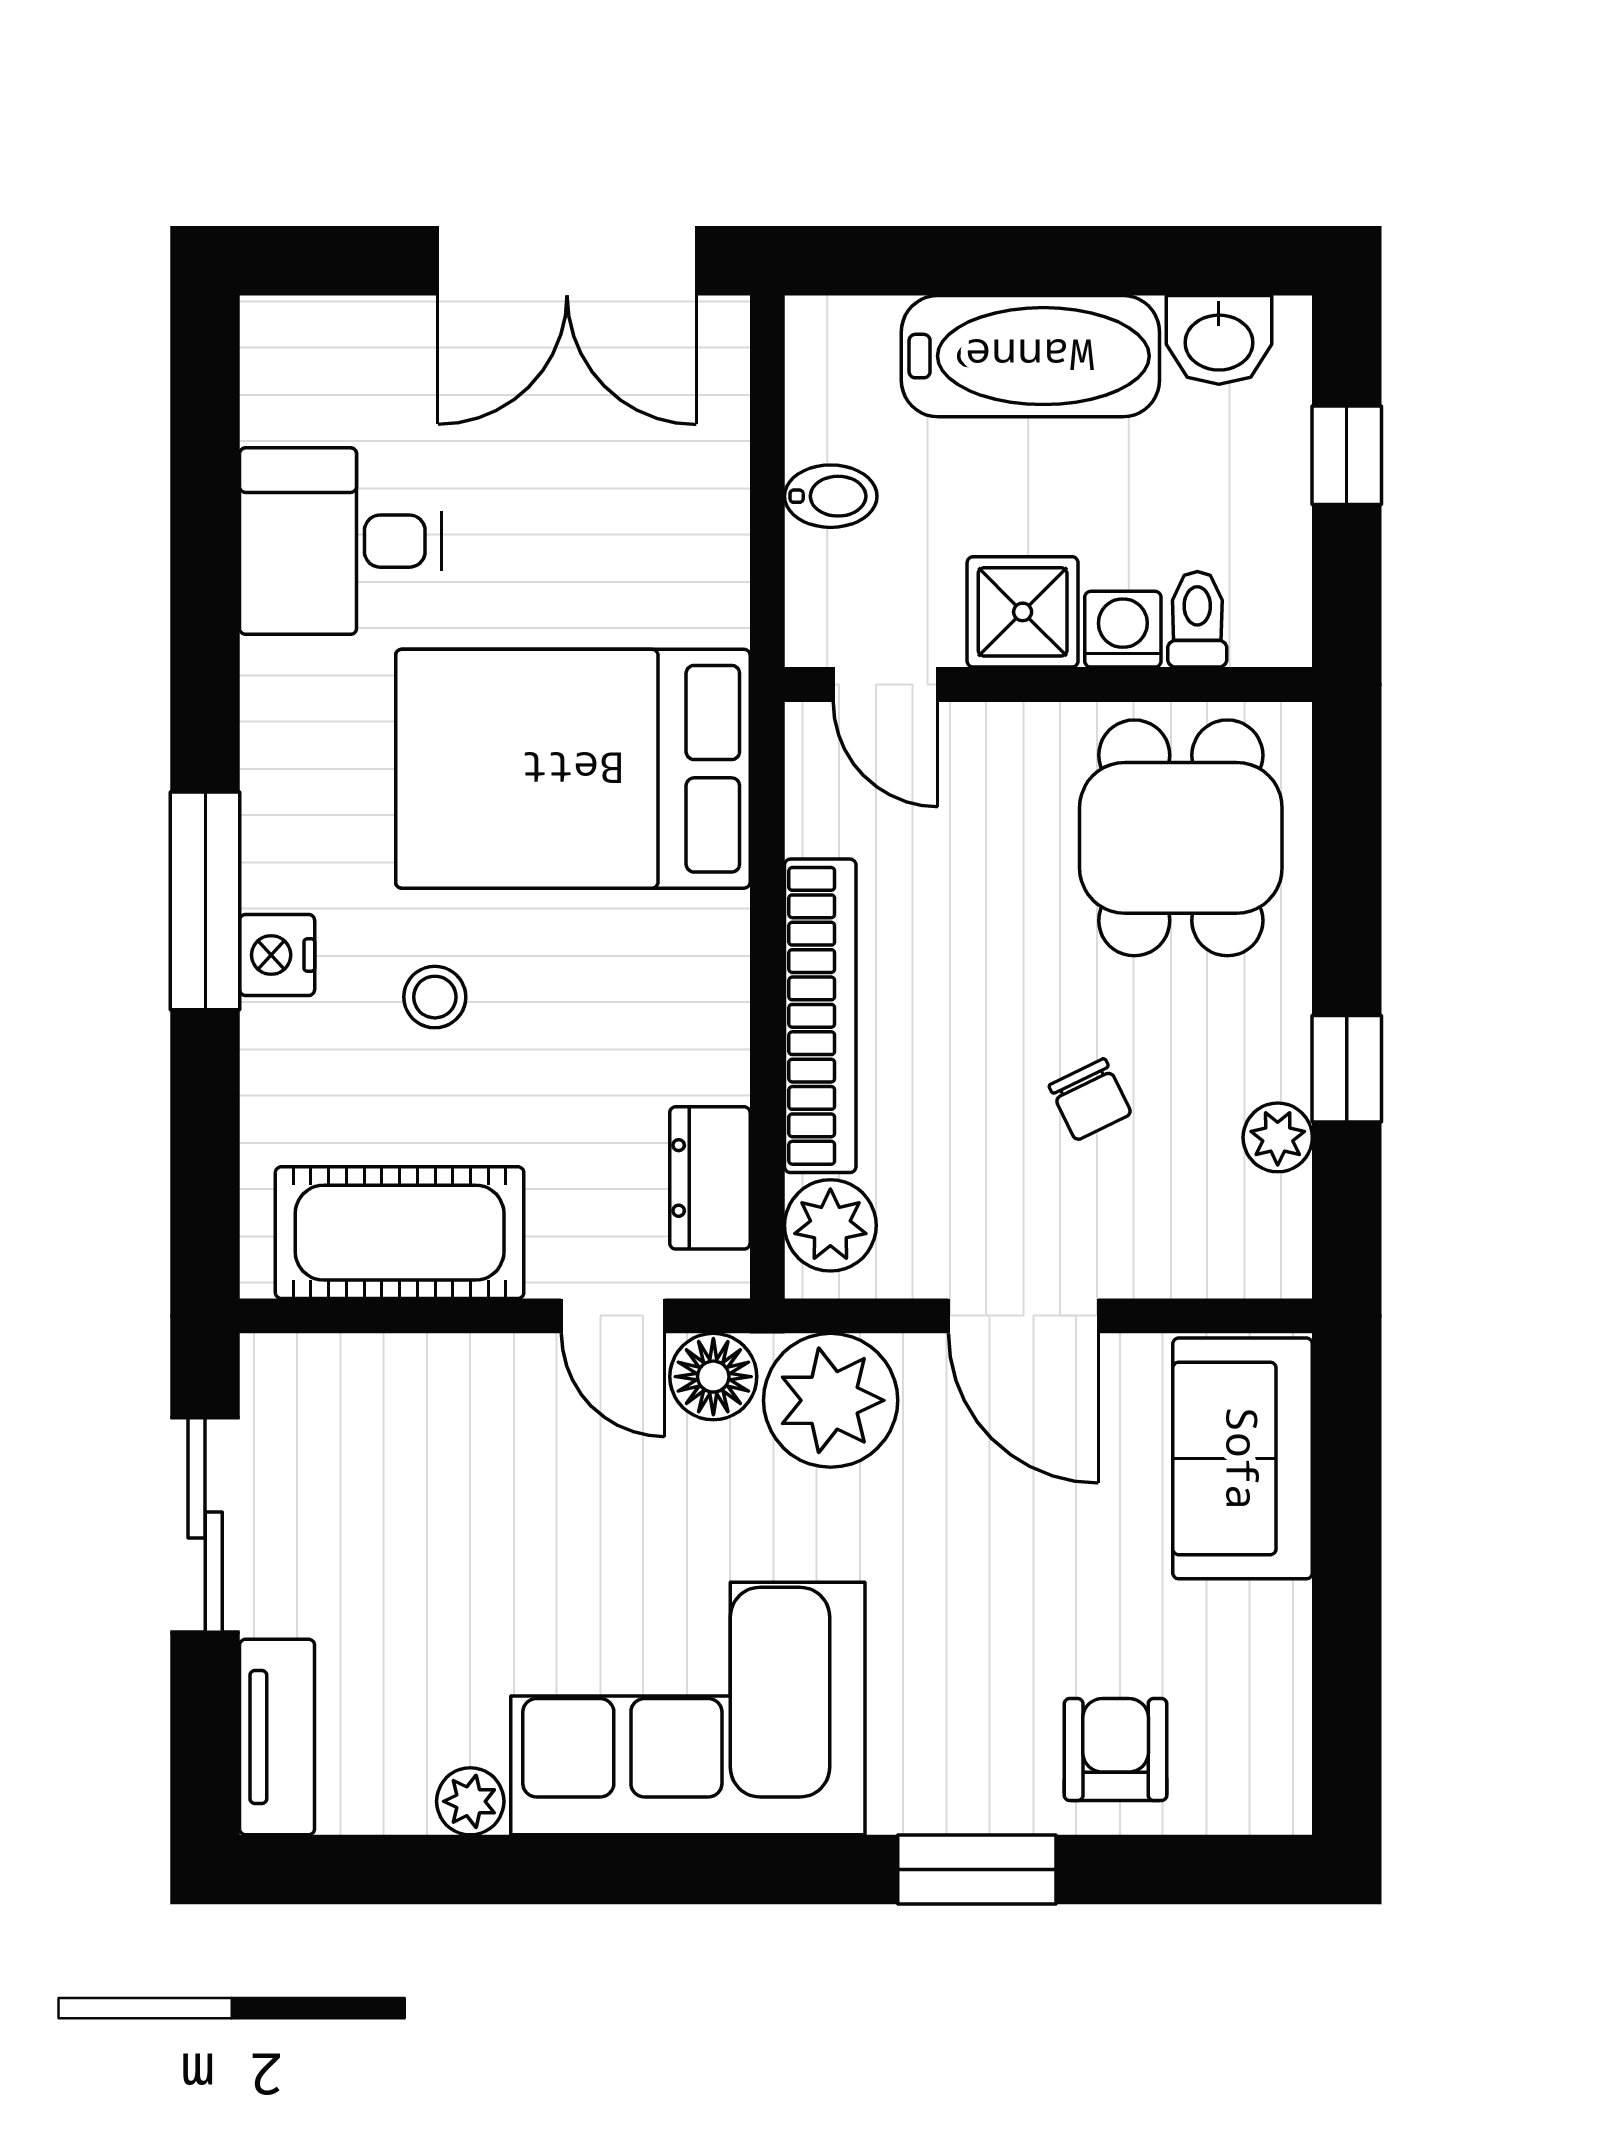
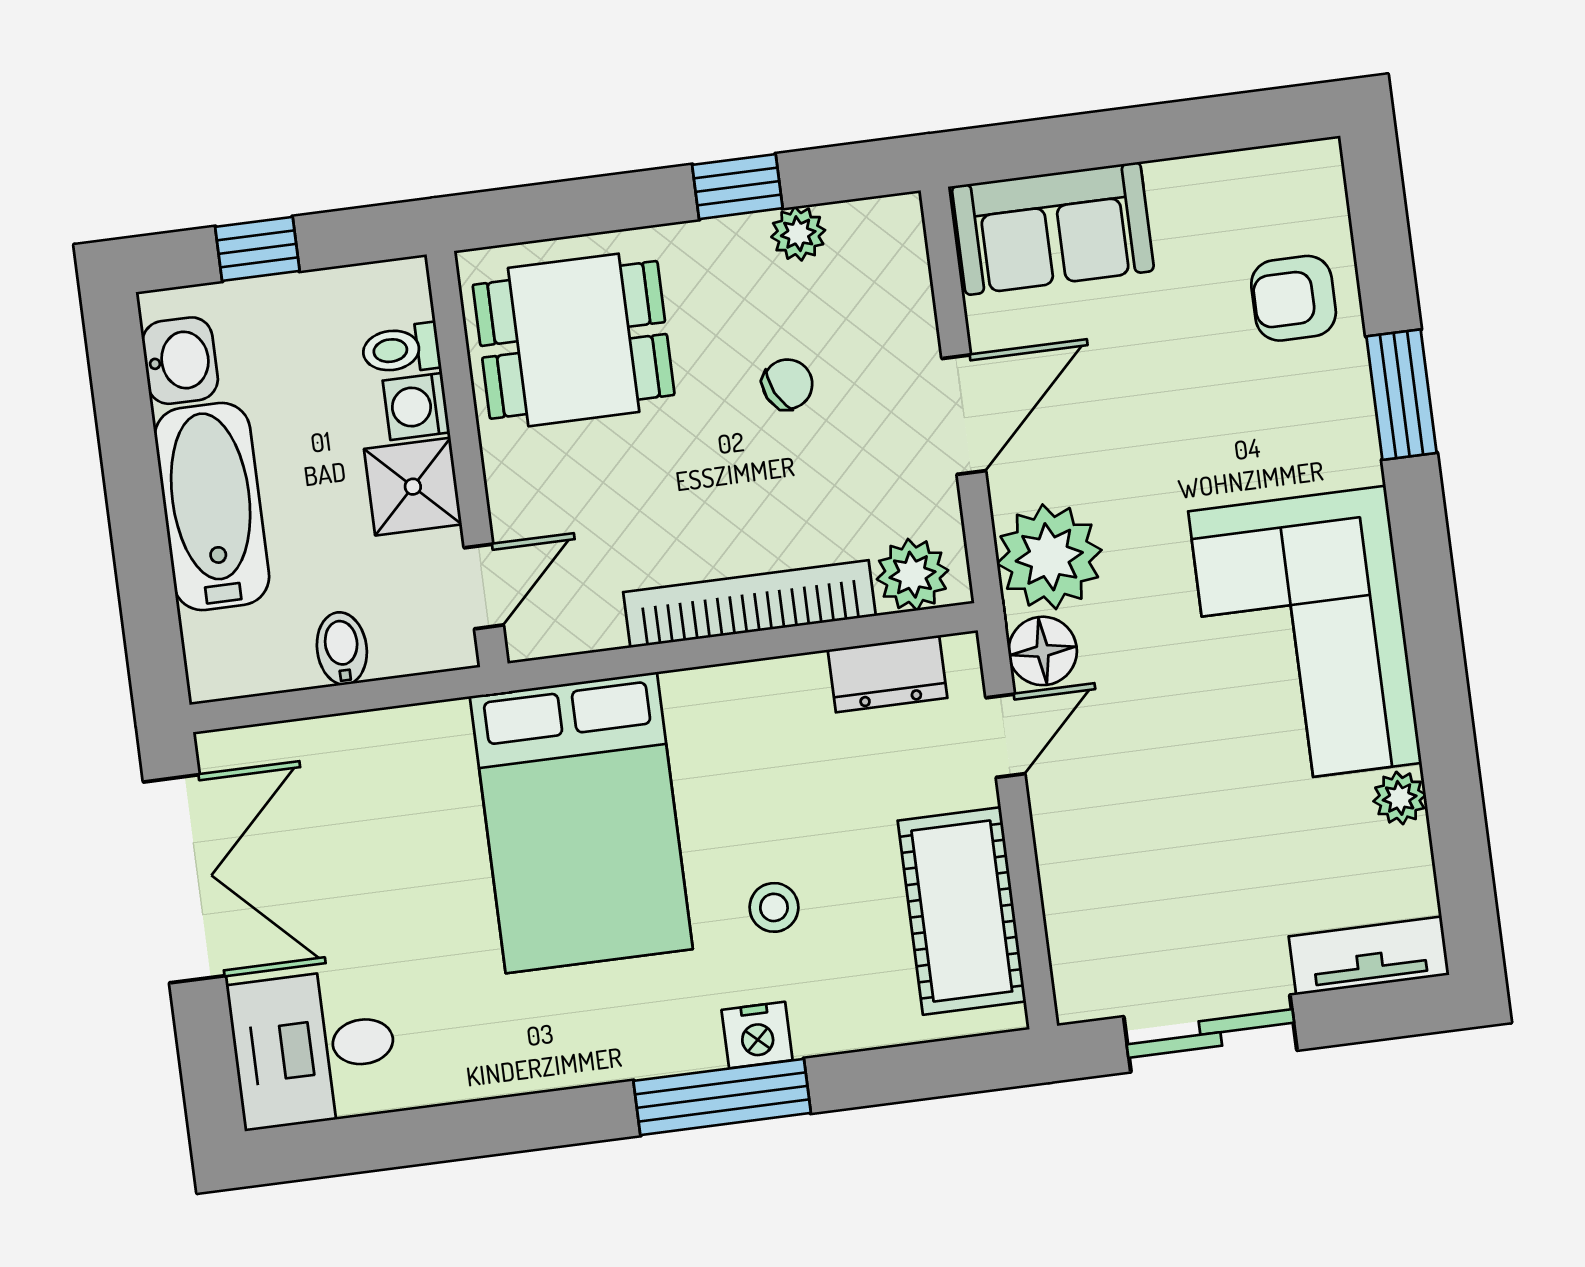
desk: (340, 541) -> (314, 1048), moved, turned 90

